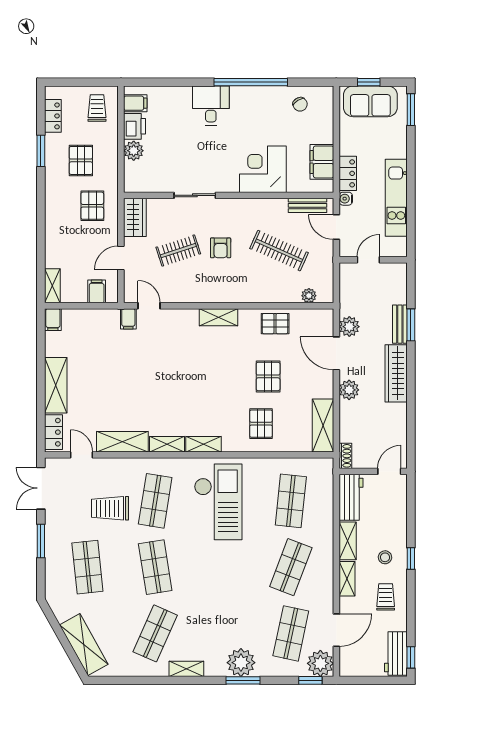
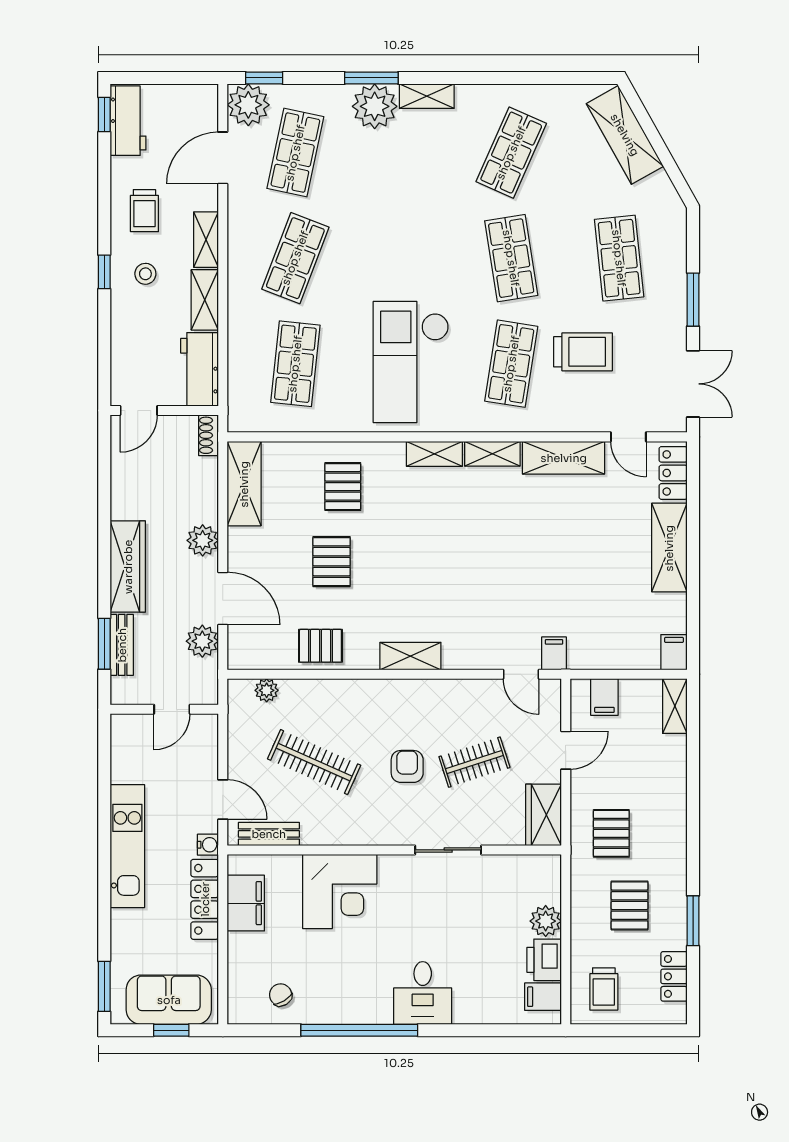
locker: (348, 173) -> (205, 899), width x1.53
door: (368, 260) -> (172, 709), moved
wall: (373, 260) -> (164, 709), moved
shelving: (186, 669) -> (427, 96), moved

